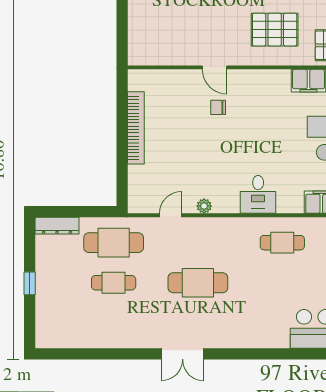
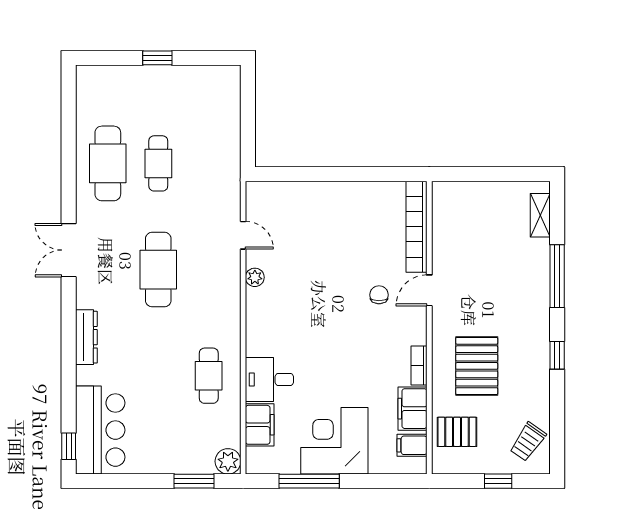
bookcase: (274, 75) -> (419, 365), added
bookcase: (136, 128) -> (417, 227), moved, turned 90
desk: (258, 194) -> (269, 379), moved
dresser: (57, 226) -> (86, 337), moved, turned 180
cafe table: (114, 243) -> (108, 163), moved

